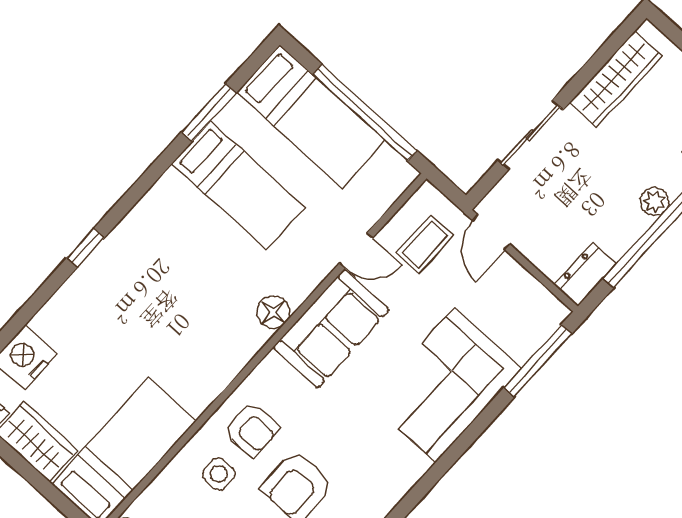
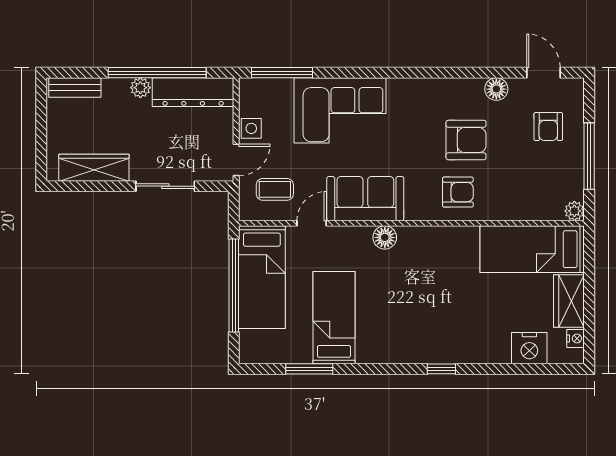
bed: (311, 116) -> (262, 277), moved, turned 180
door: (356, 251) -> (312, 223), hinge flipped
dresser: (585, 274) -> (193, 92), width x1.96, depth x1.24
armchair: (252, 429) -> (458, 192), turned 90
side table: (219, 474) -> (251, 128), moved

